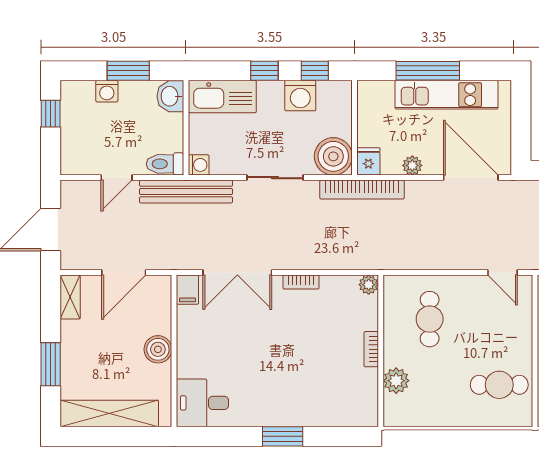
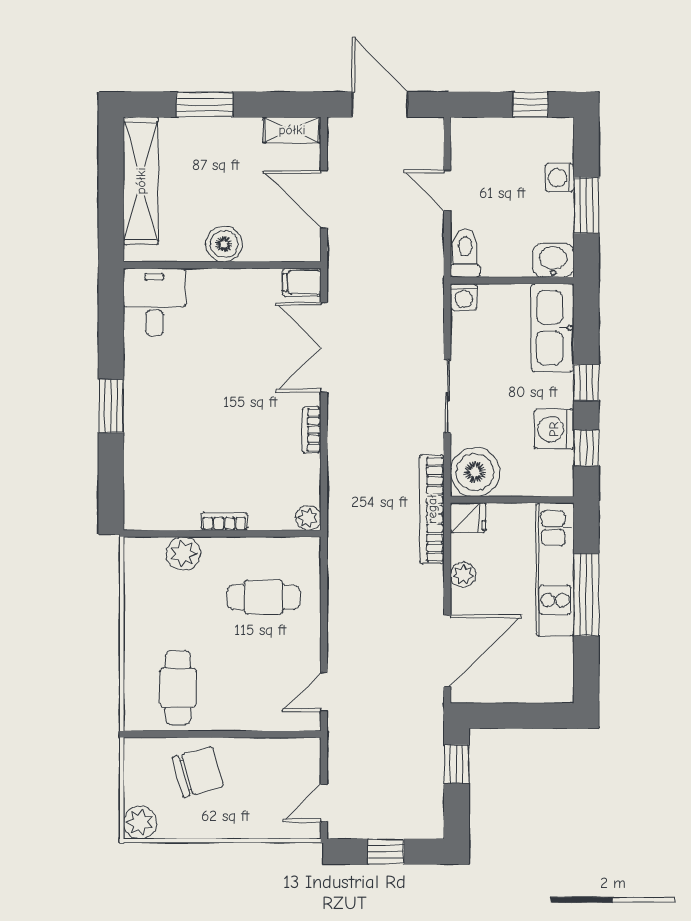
kitchen unit: (447, 95) -> (555, 569), moved
bench: (186, 192) -> (429, 281), removed

